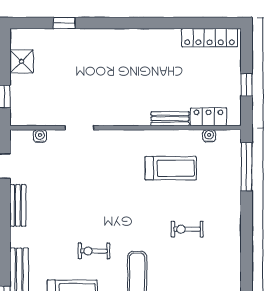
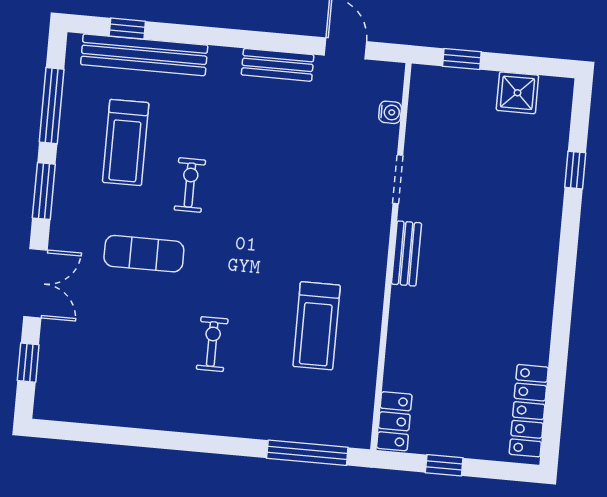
locker: (208, 117) -> (394, 421), moved
bench: (170, 119) -> (406, 253), moved
water cooler: (209, 136) -> (365, 395), removed

